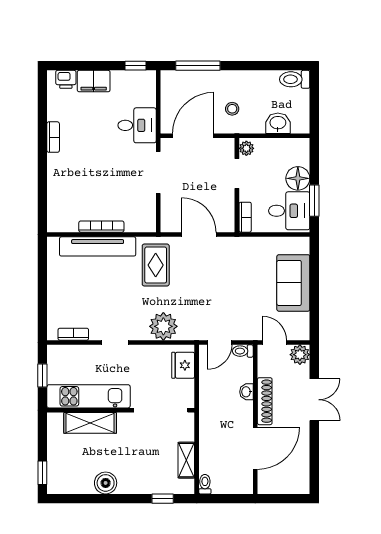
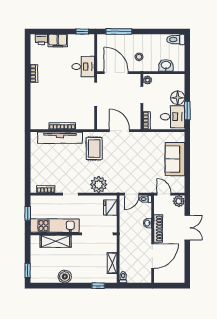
door: (193, 136) -> (116, 73), hinge flipped

